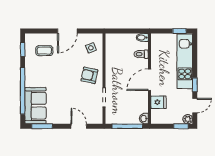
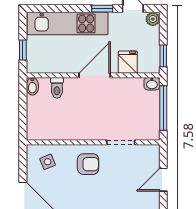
window: (179, 31) -> (23, 50), moved
armchair: (89, 75) -> (88, 164), turned -102
door: (150, 80) -> (95, 75), swing flipped
window: (181, 126) -> (163, 56), moved

